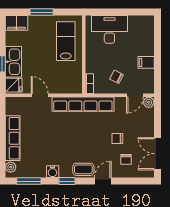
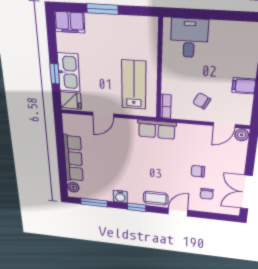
desk: (109, 29) -> (189, 38), width x0.73
lab bench: (66, 41) -> (134, 85), moved
door: (40, 95) -> (103, 115), swing flipped
row of seats: (83, 104) -> (157, 130), width x0.50

